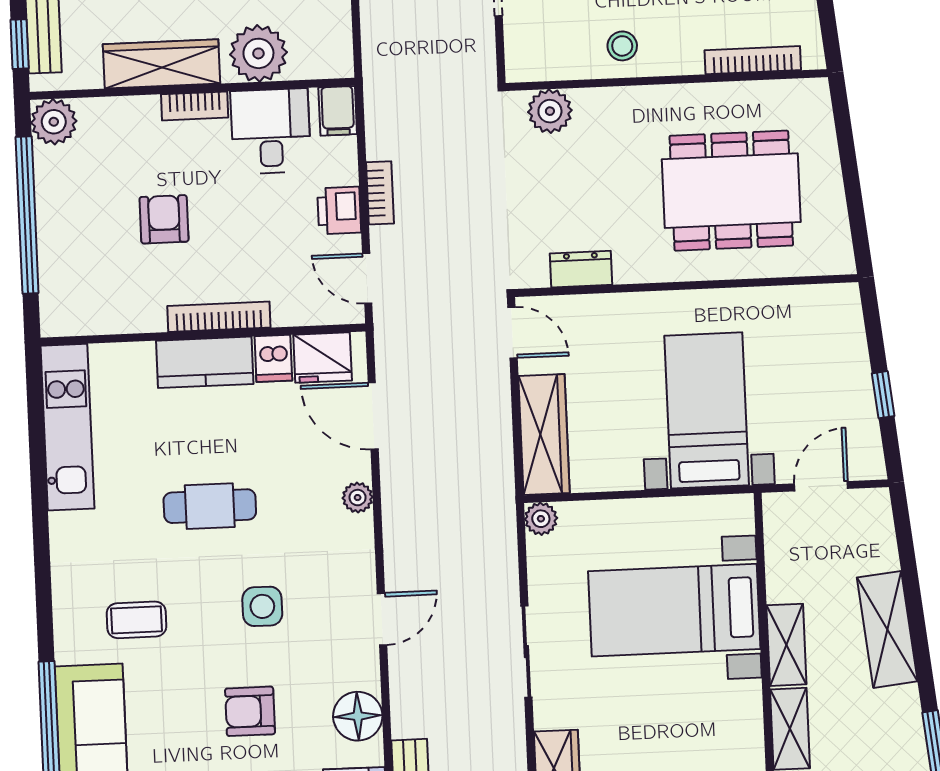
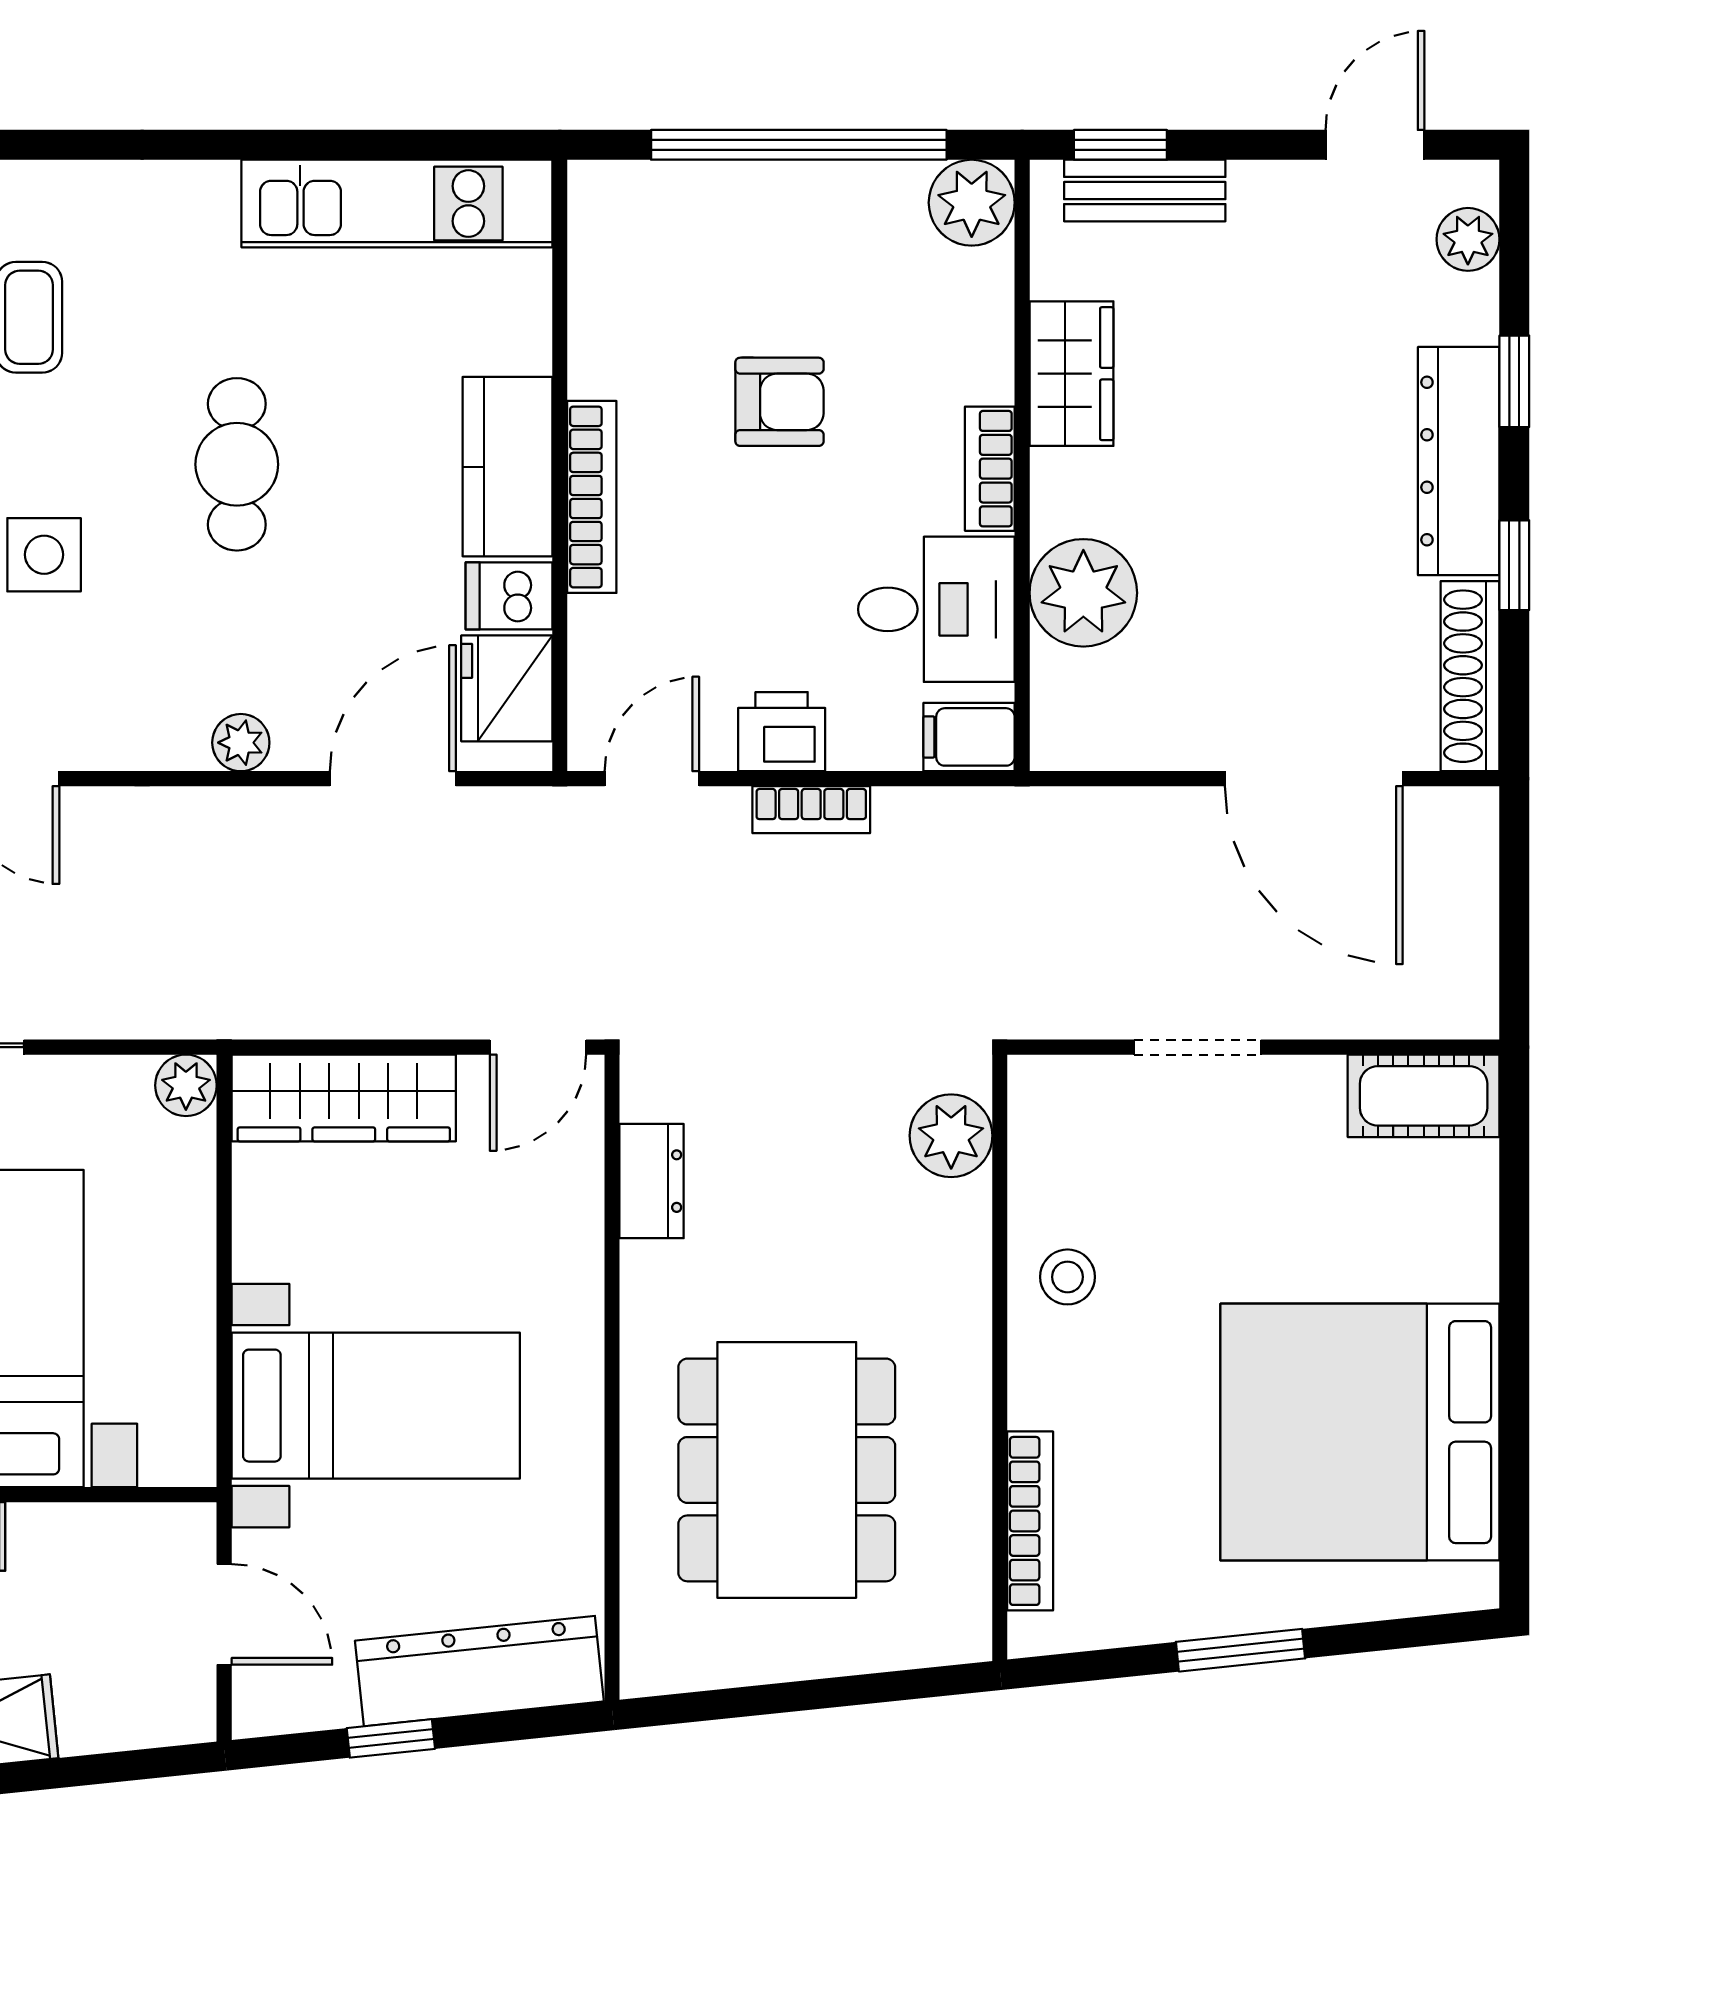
wardrobe: (161, 64) -> (1072, 374), width x0.67
dresser: (845, 349) -> (479, 1671), added

